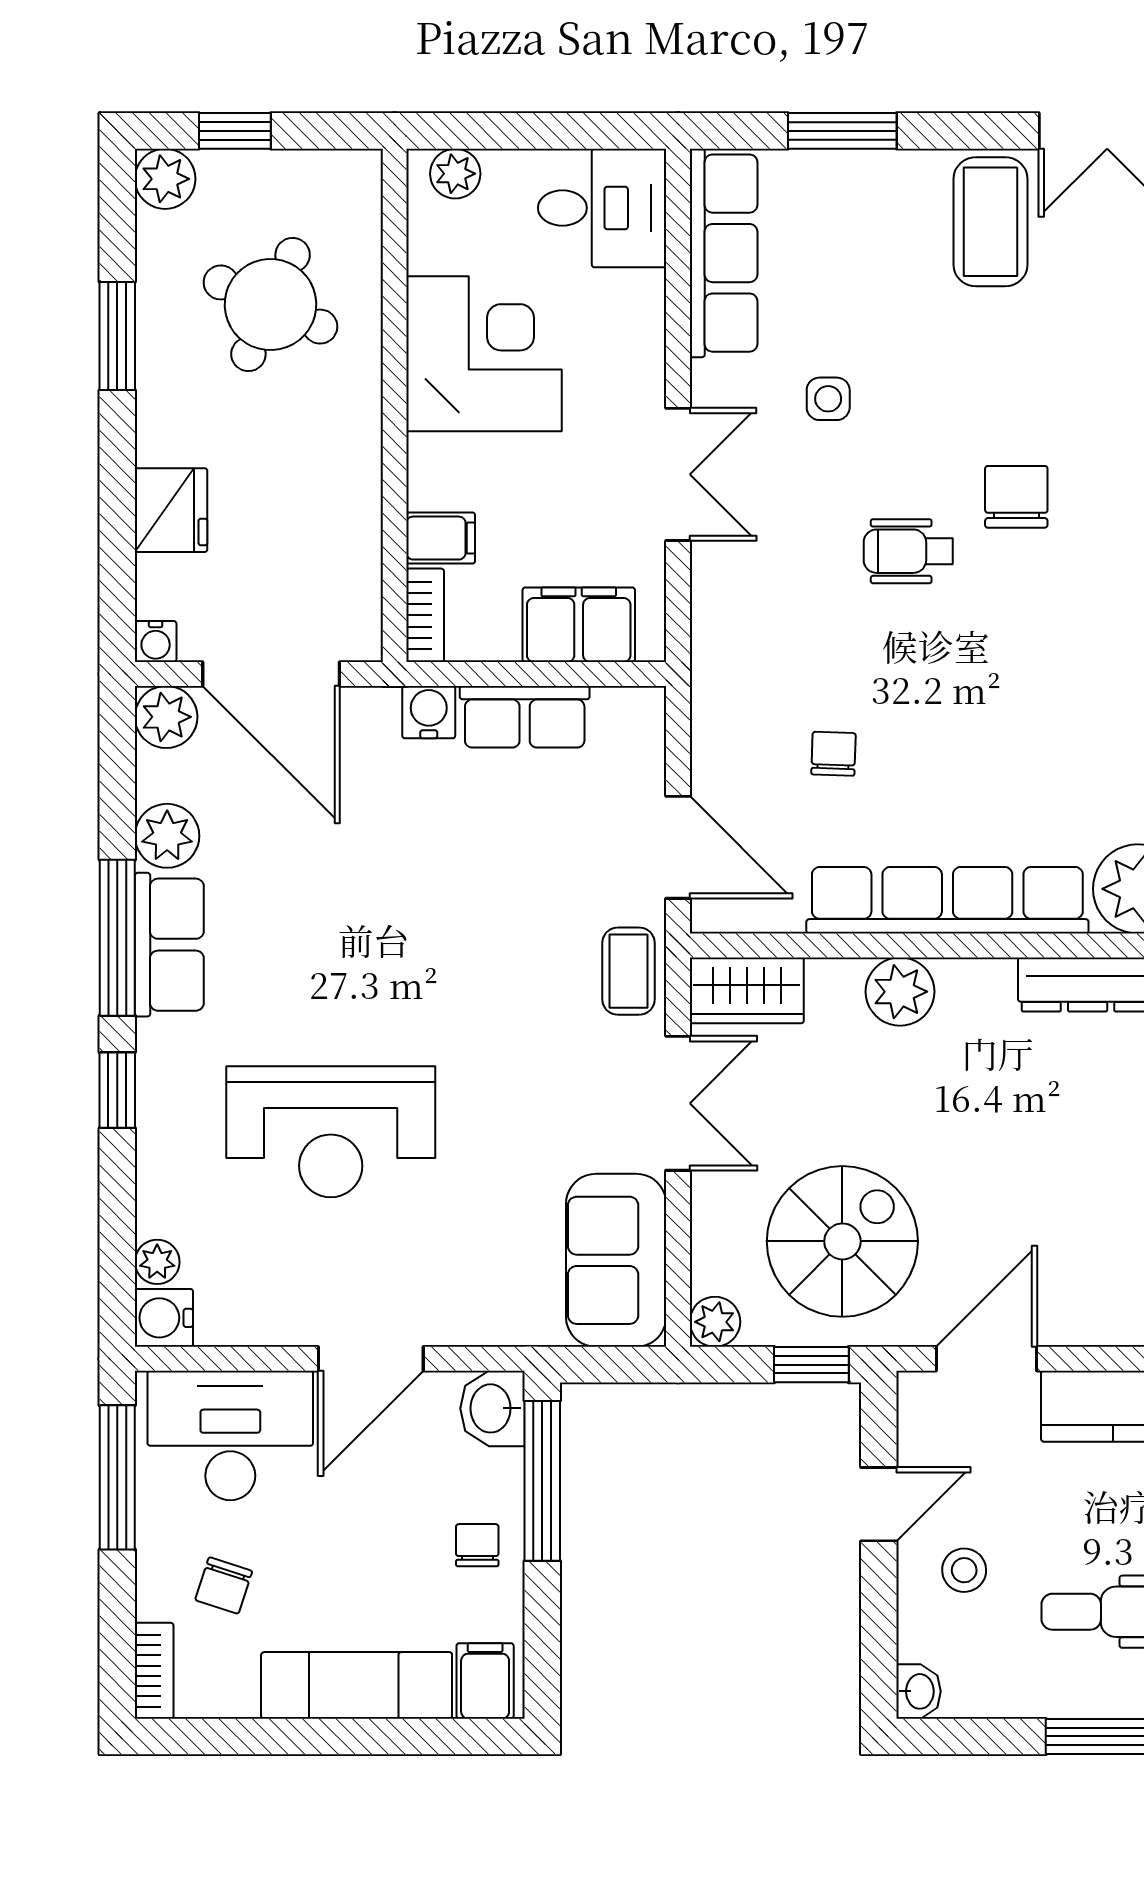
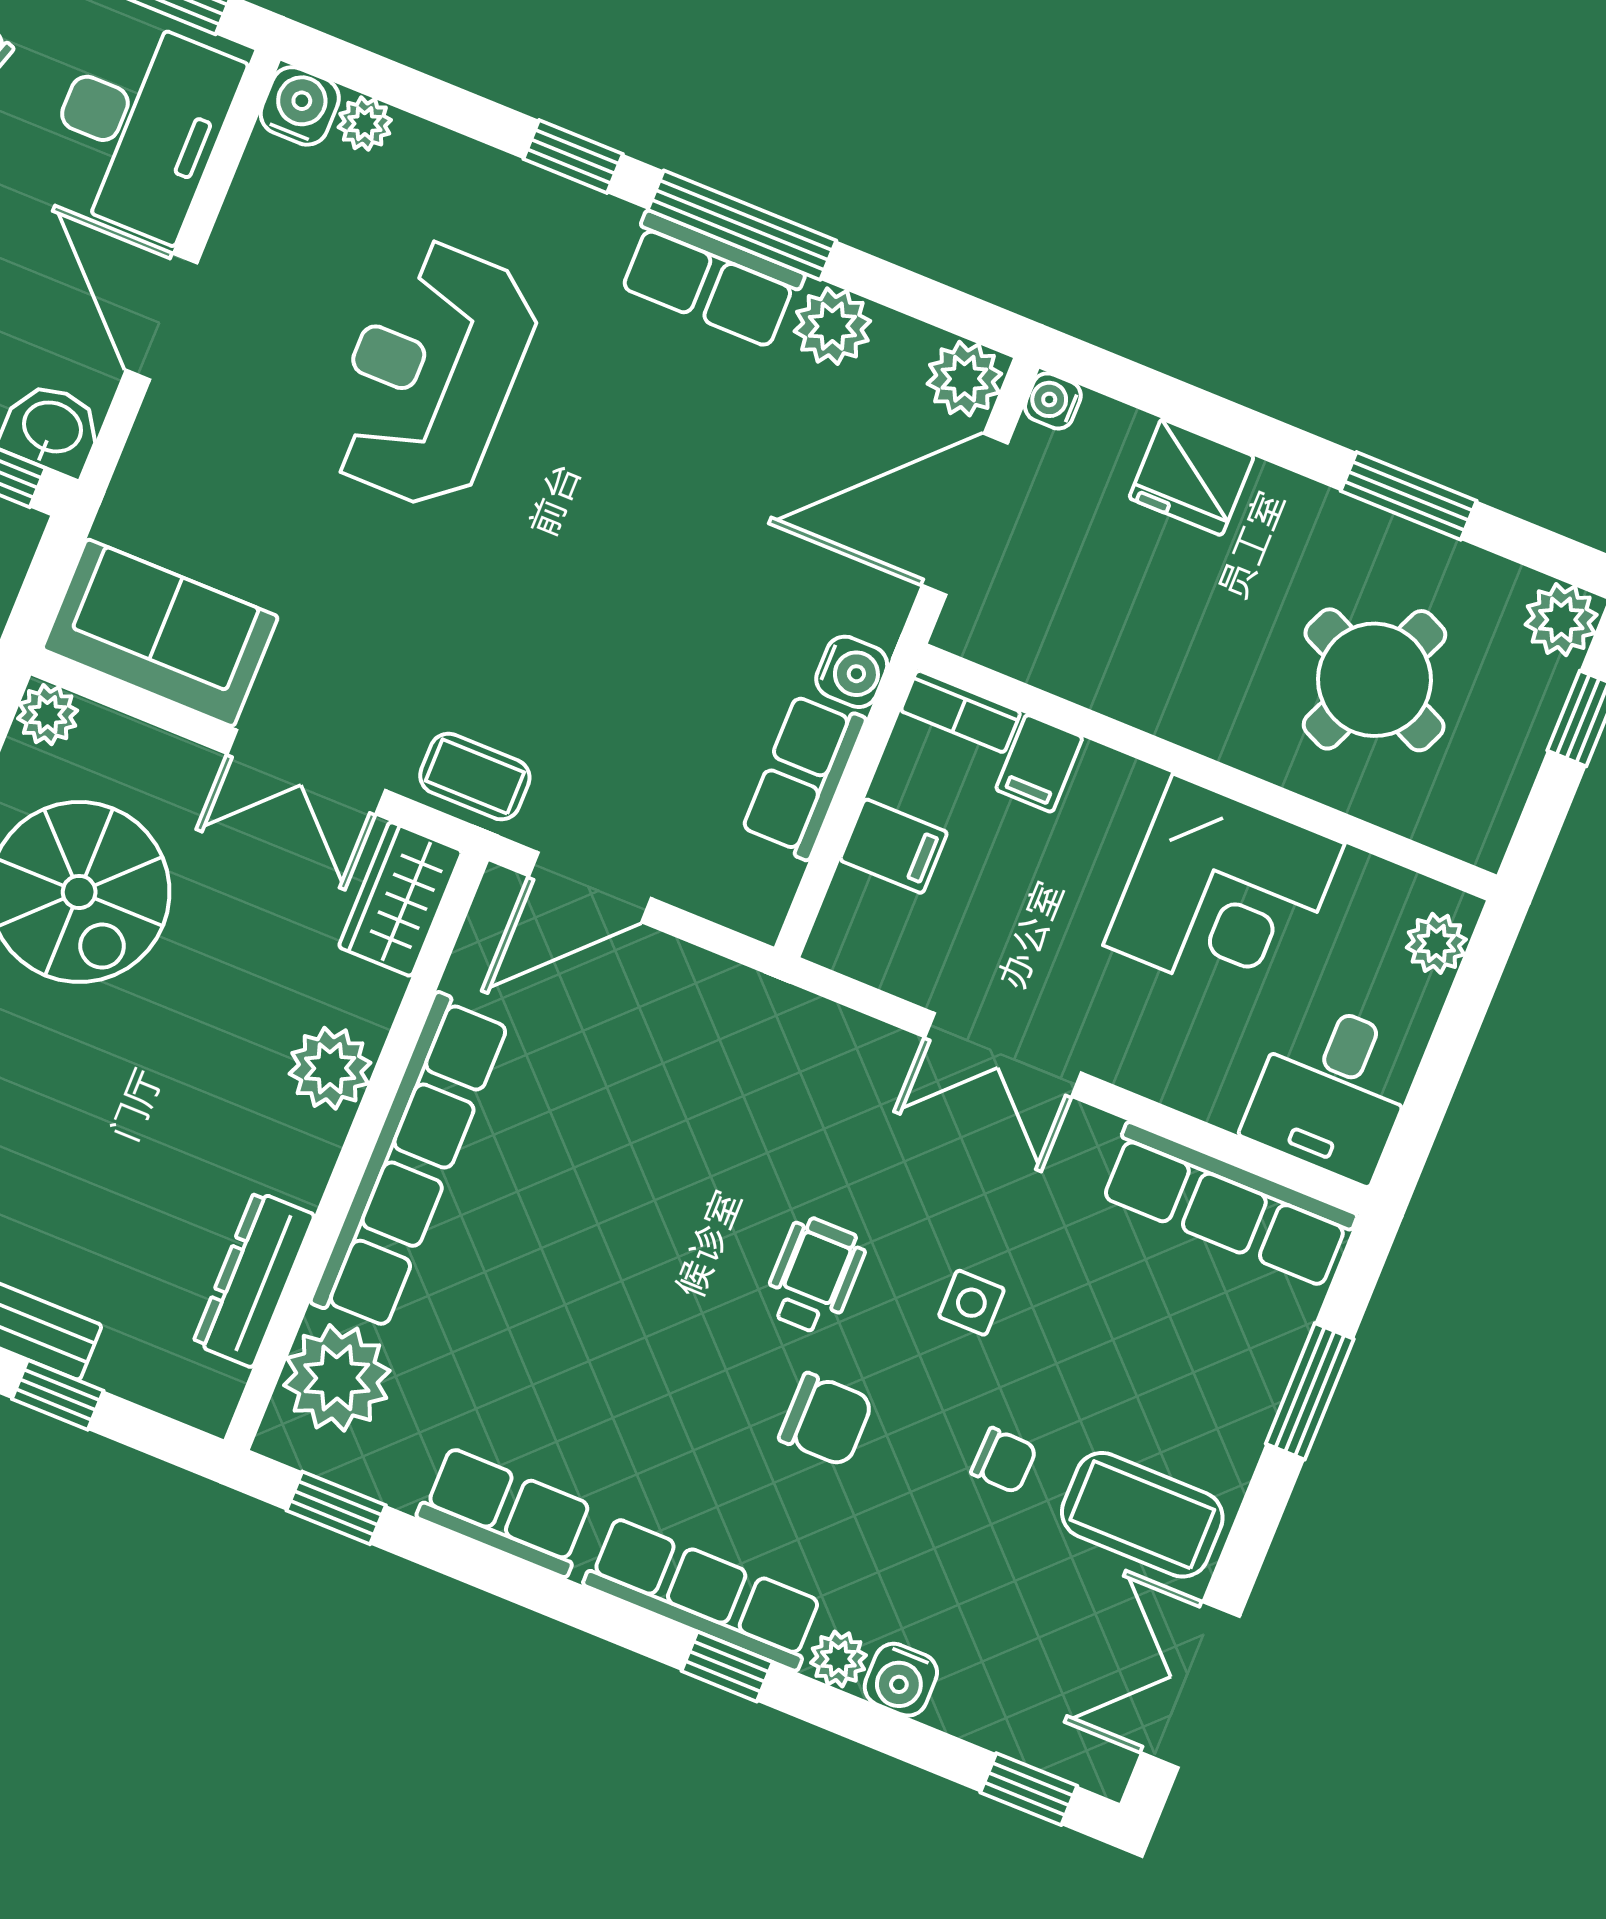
side table: (828, 399) -> (971, 1303), moved
filing cabinet: (579, 625) -> (894, 846), width x0.50
chair: (834, 754) -> (1004, 1460), moved

